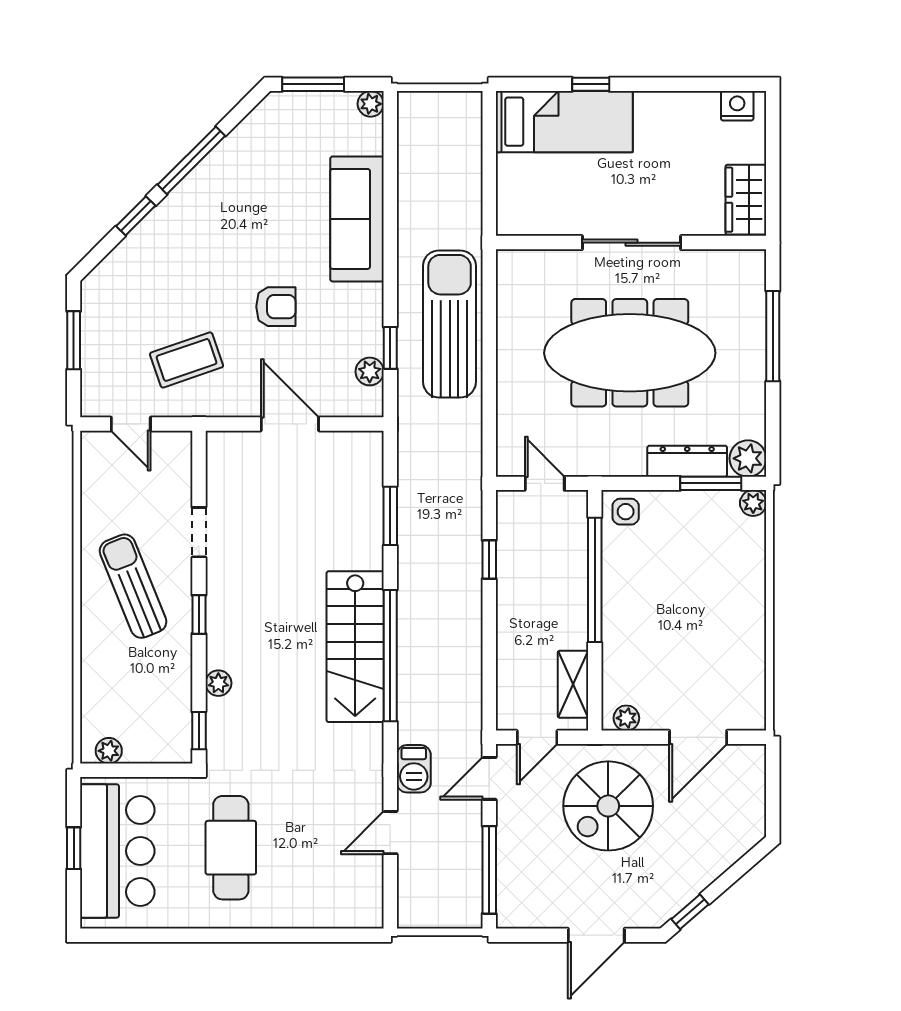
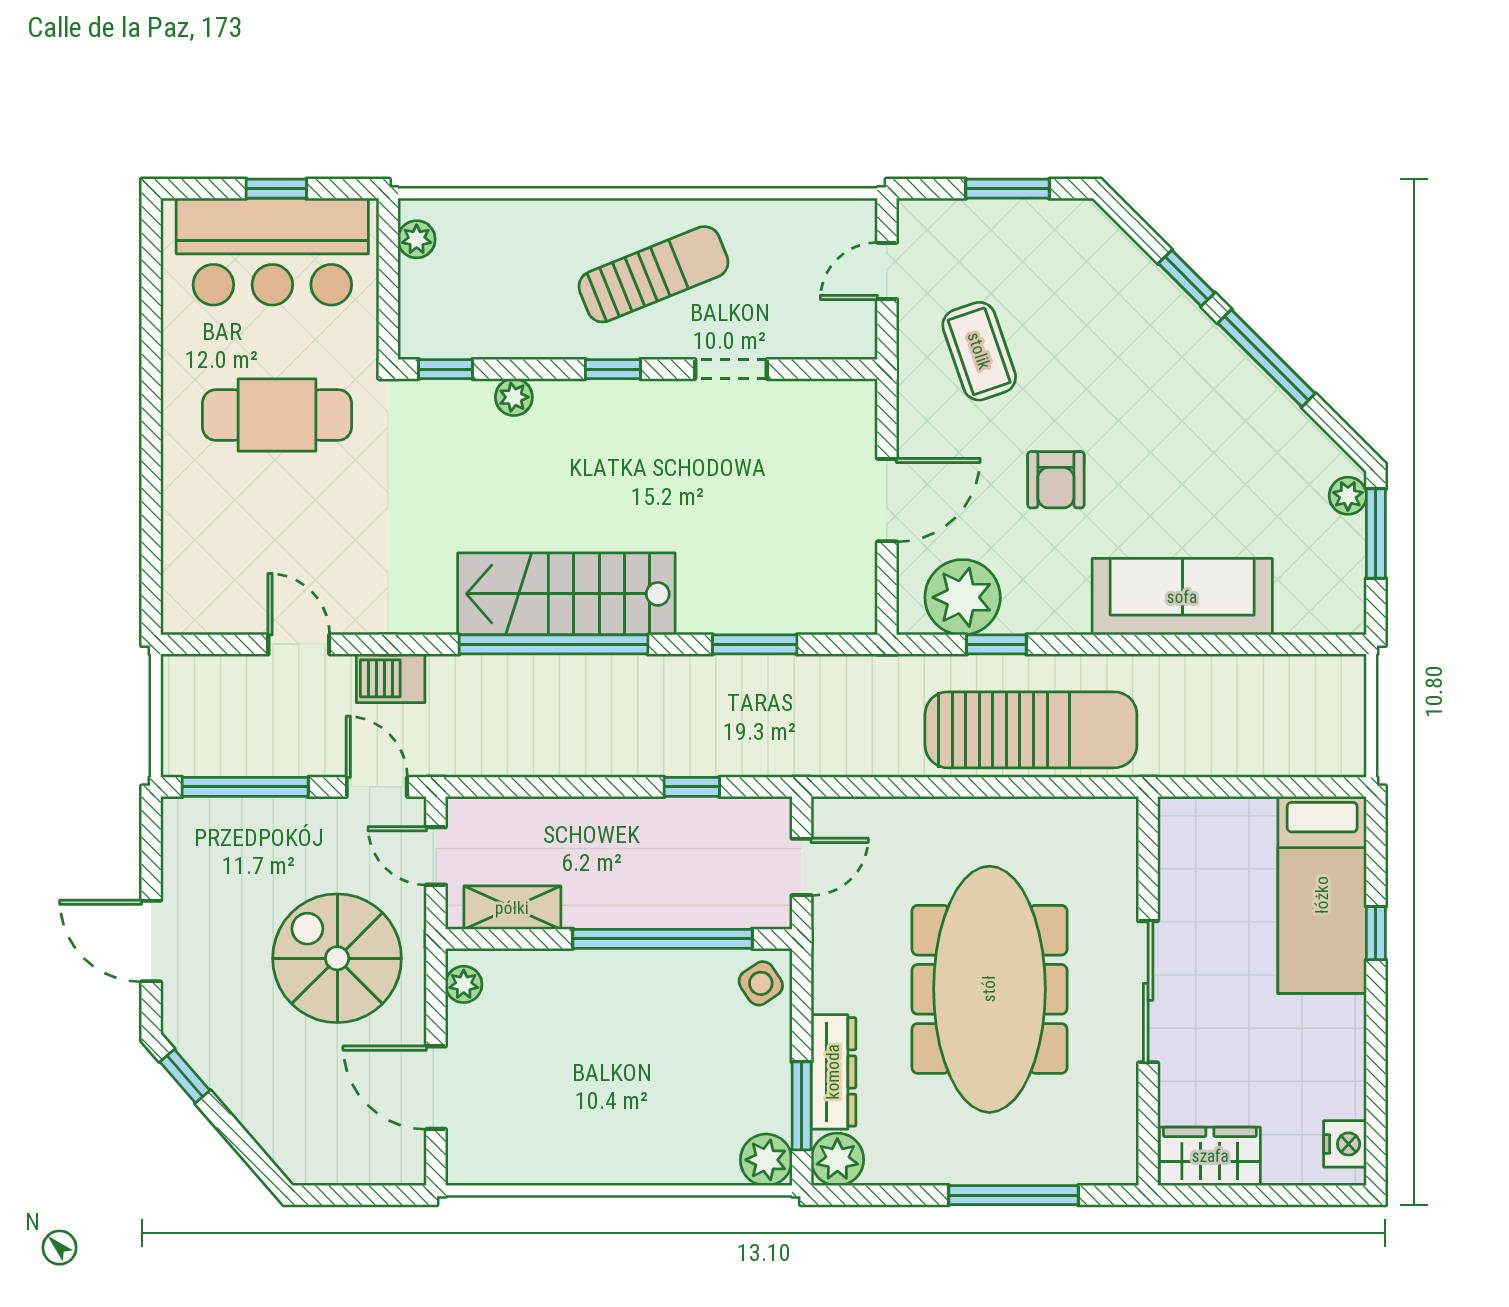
plant: (371, 104) -> (1348, 496), moved
plant: (370, 371) -> (963, 597), width x1.88, depth x1.88
plant: (753, 503) -> (766, 1160), width x1.38, depth x1.38
side table: (626, 512) -> (761, 983), turned -34

